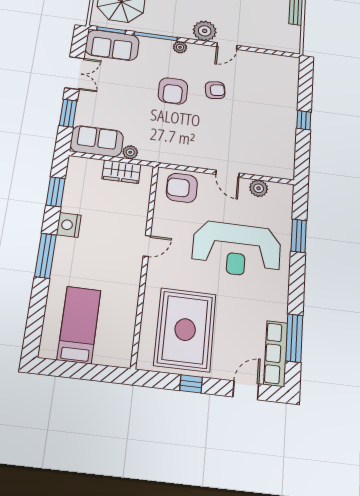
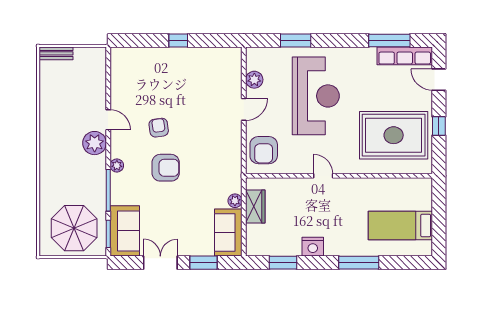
window: (45, 256) -> (359, 263), moved

